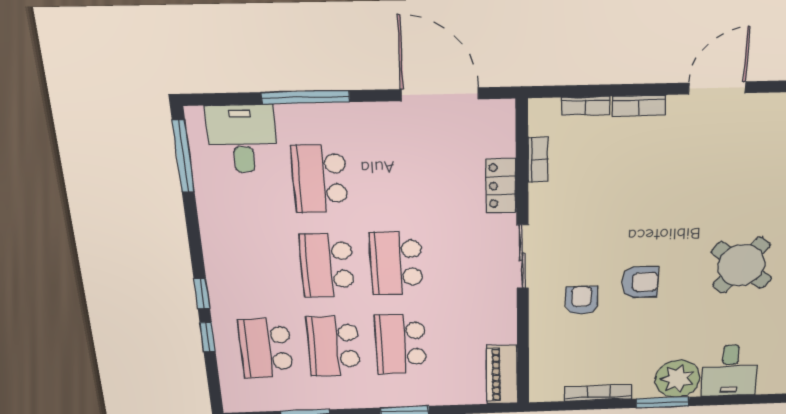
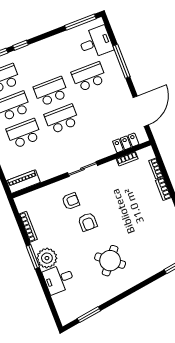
locker: (501, 186) -> (126, 143), moved

